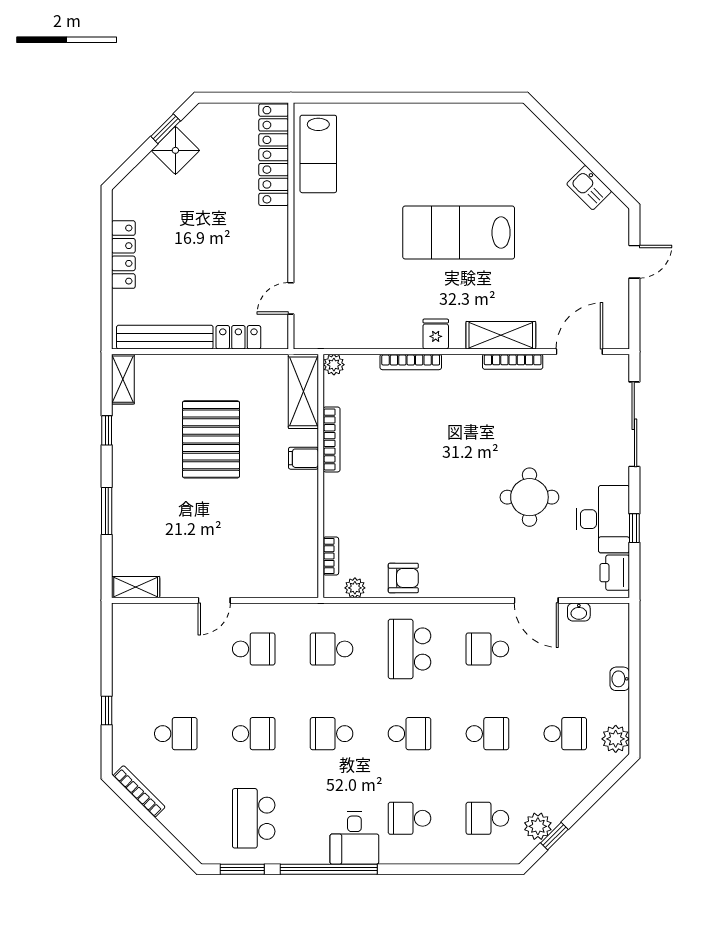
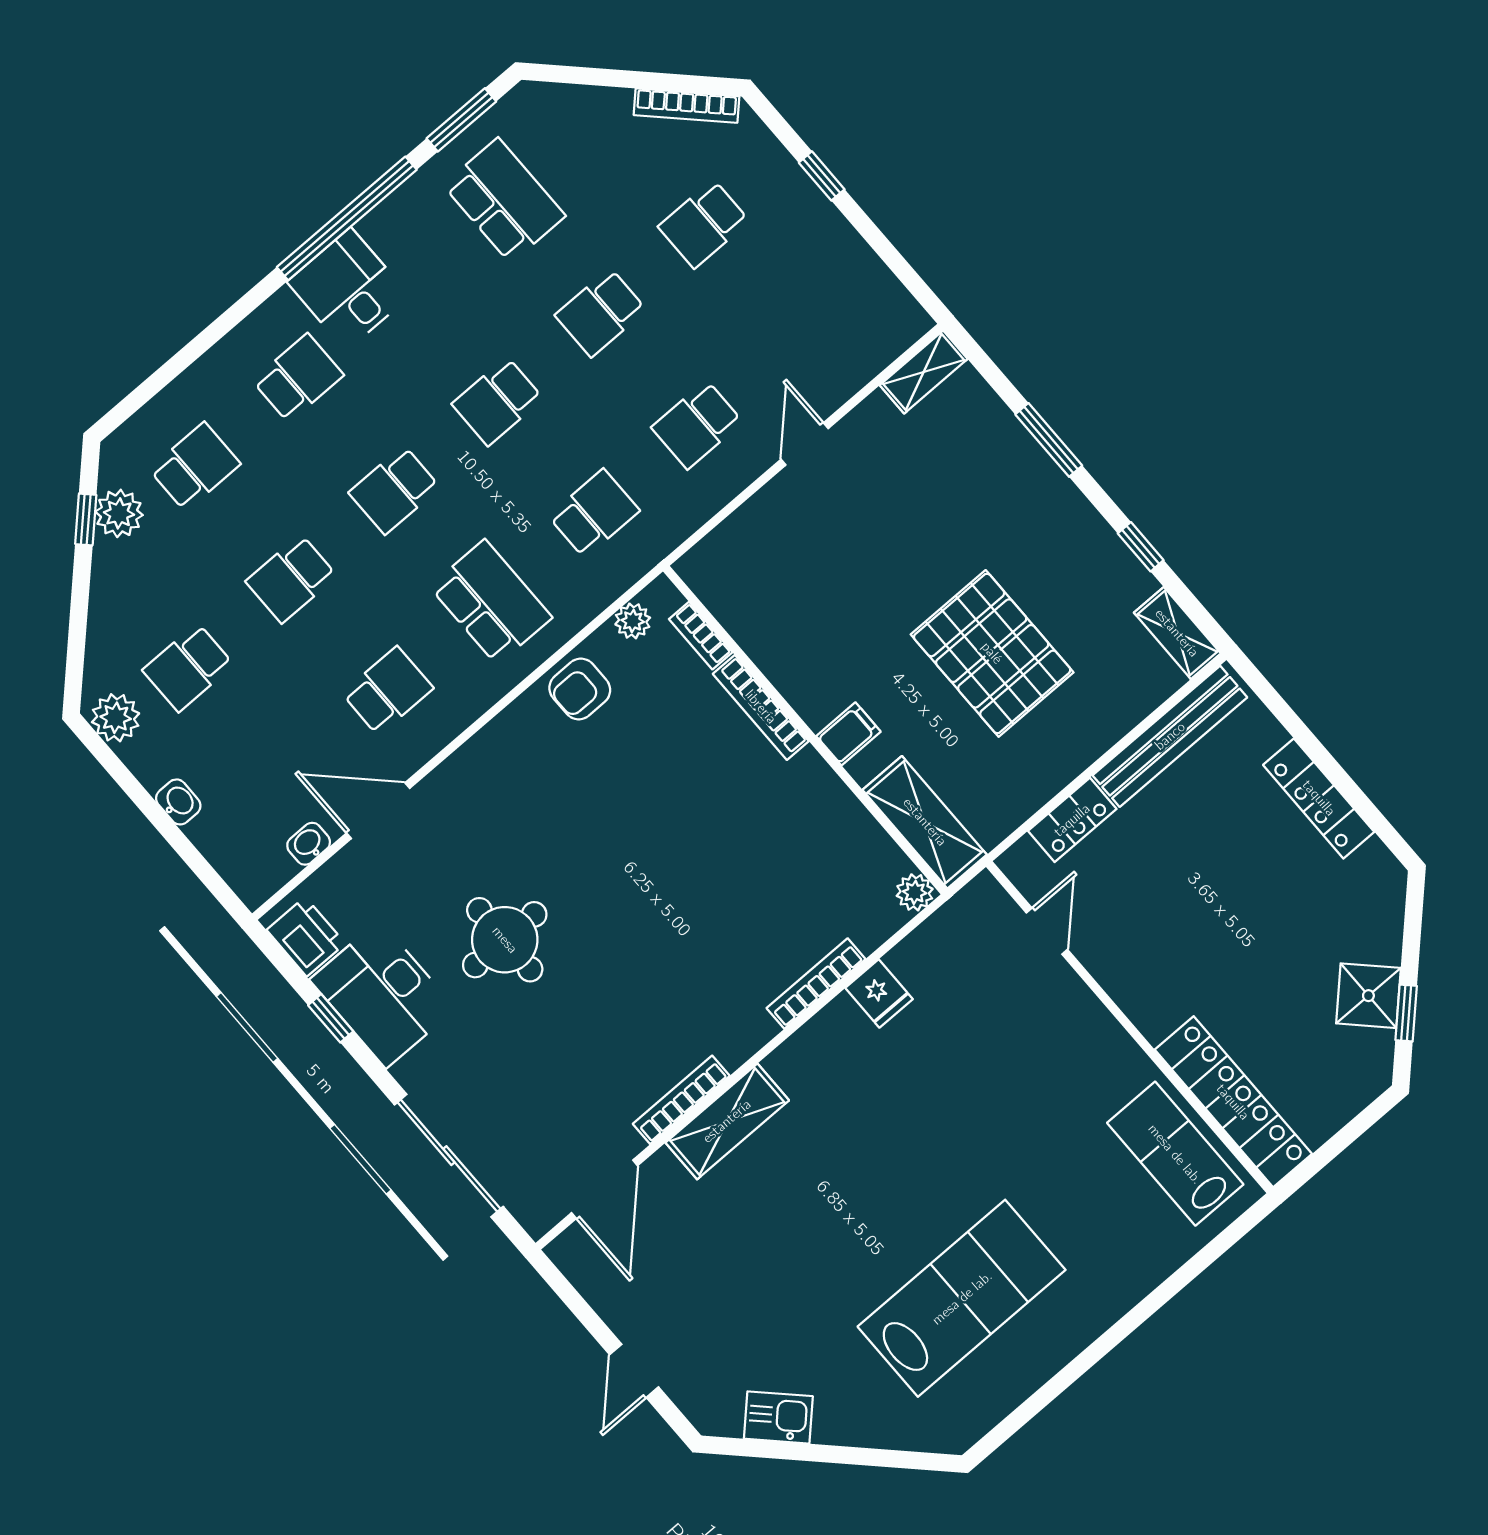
lab bench: (459, 233) -> (962, 1298), moved
fridge: (436, 334) -> (879, 994), moved
bookcase: (332, 439) -> (761, 707), moved
school desk: (332, 734) -> (497, 401), turned 180

